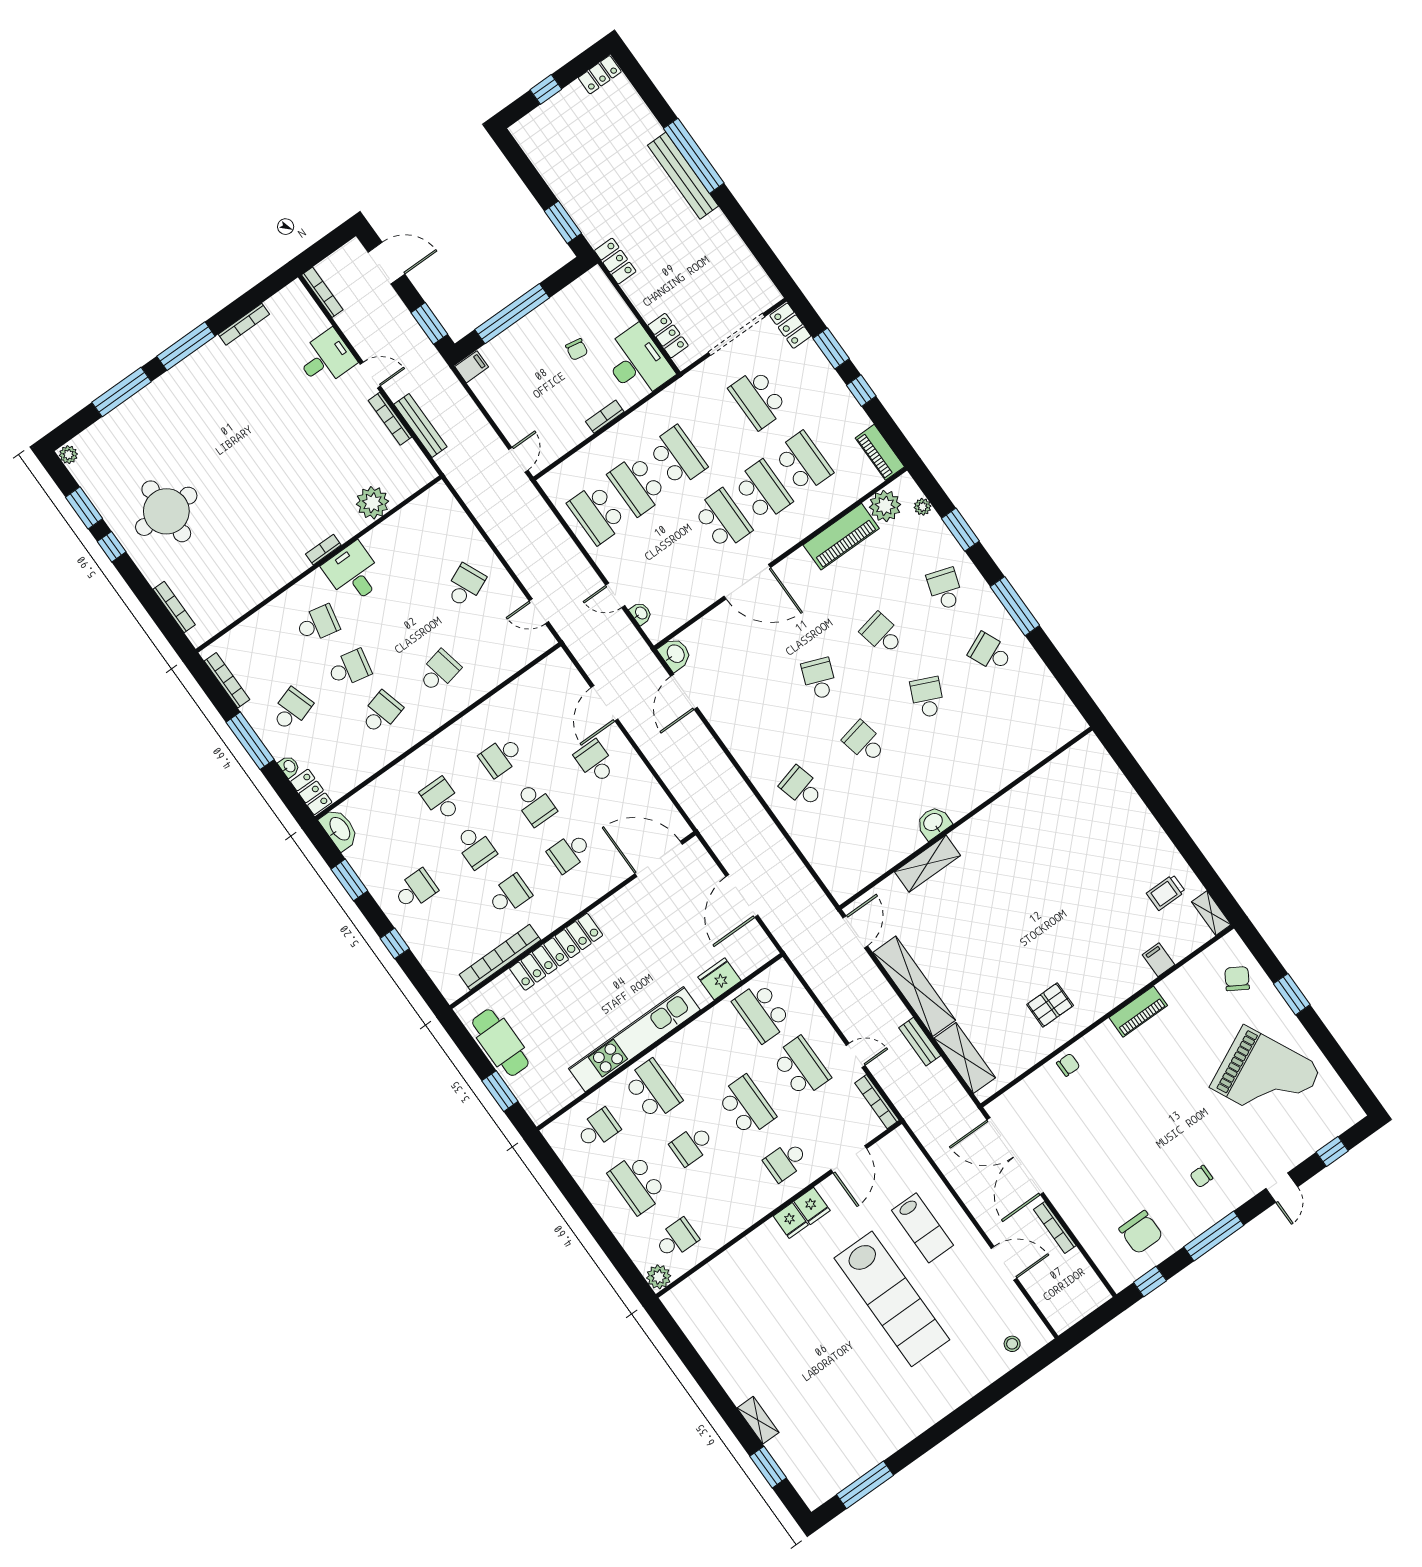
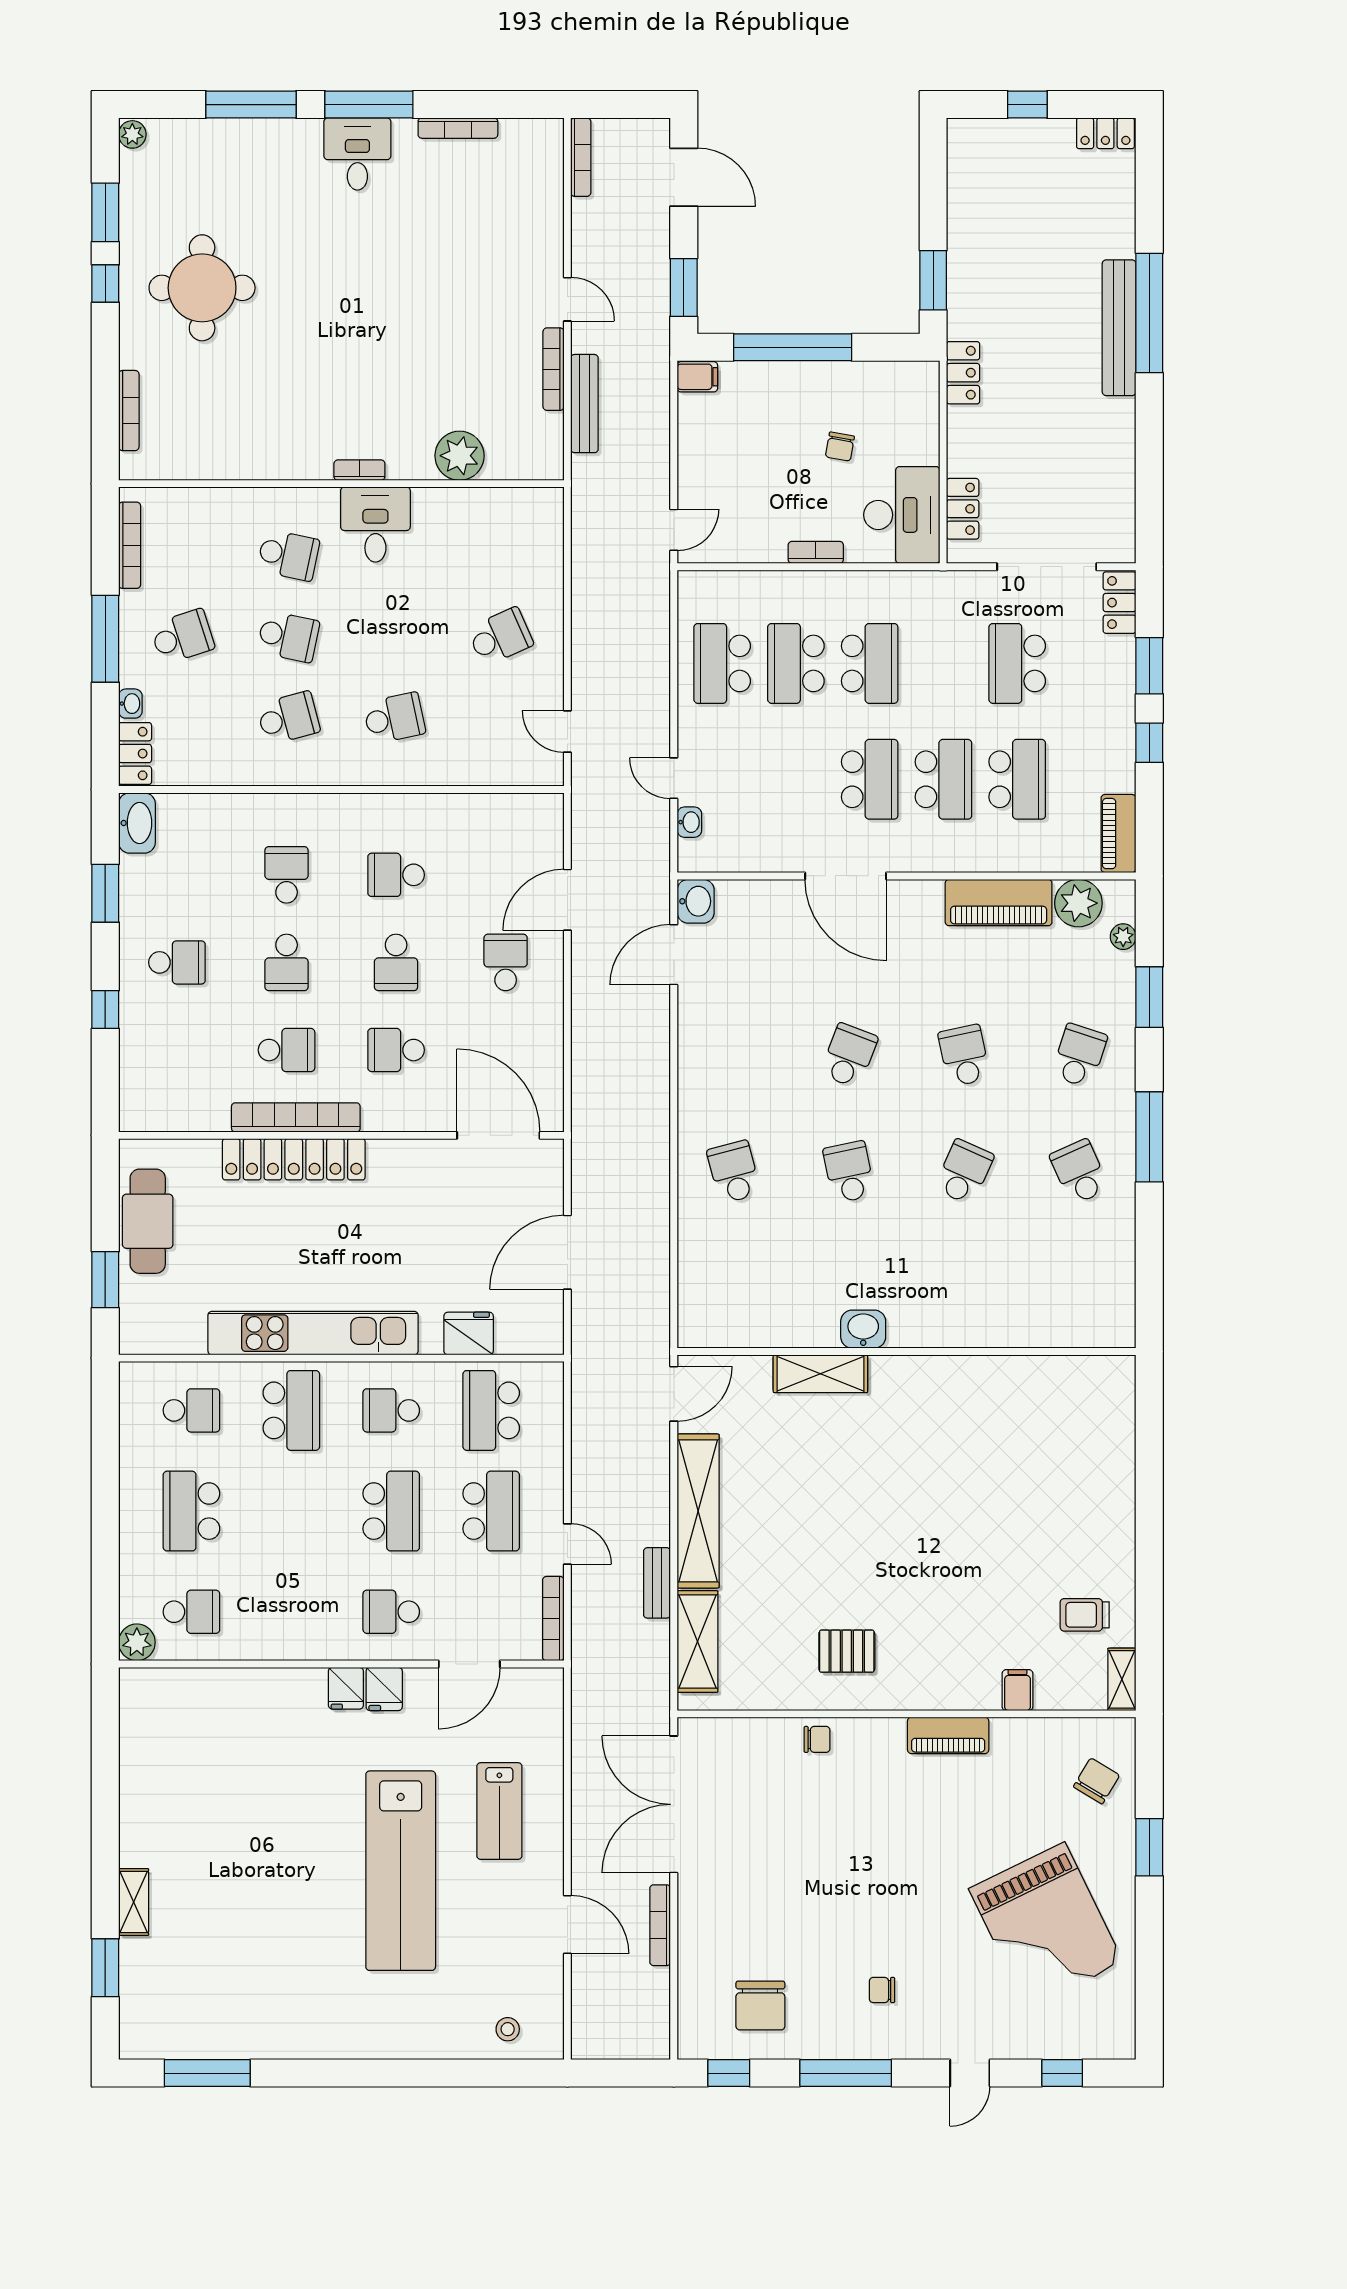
desk: (326, 358) -> (357, 154), moved, turned -90
bookcase: (500, 957) -> (296, 1117), moved
school desk: (692, 1145) -> (391, 1410), moved

